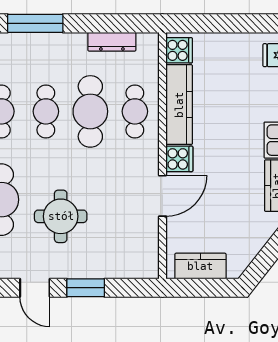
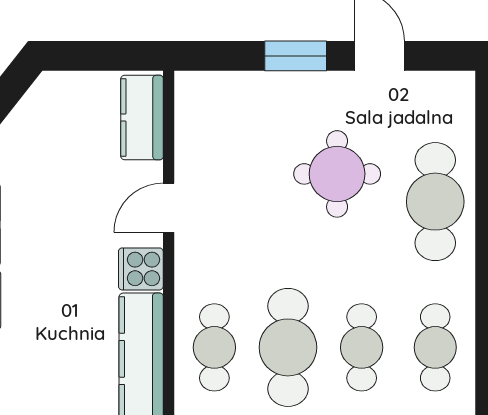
door: (162, 196) -> (169, 208), width x0.73
kitchen counter: (200, 266) -> (142, 117), moved, turned 90

